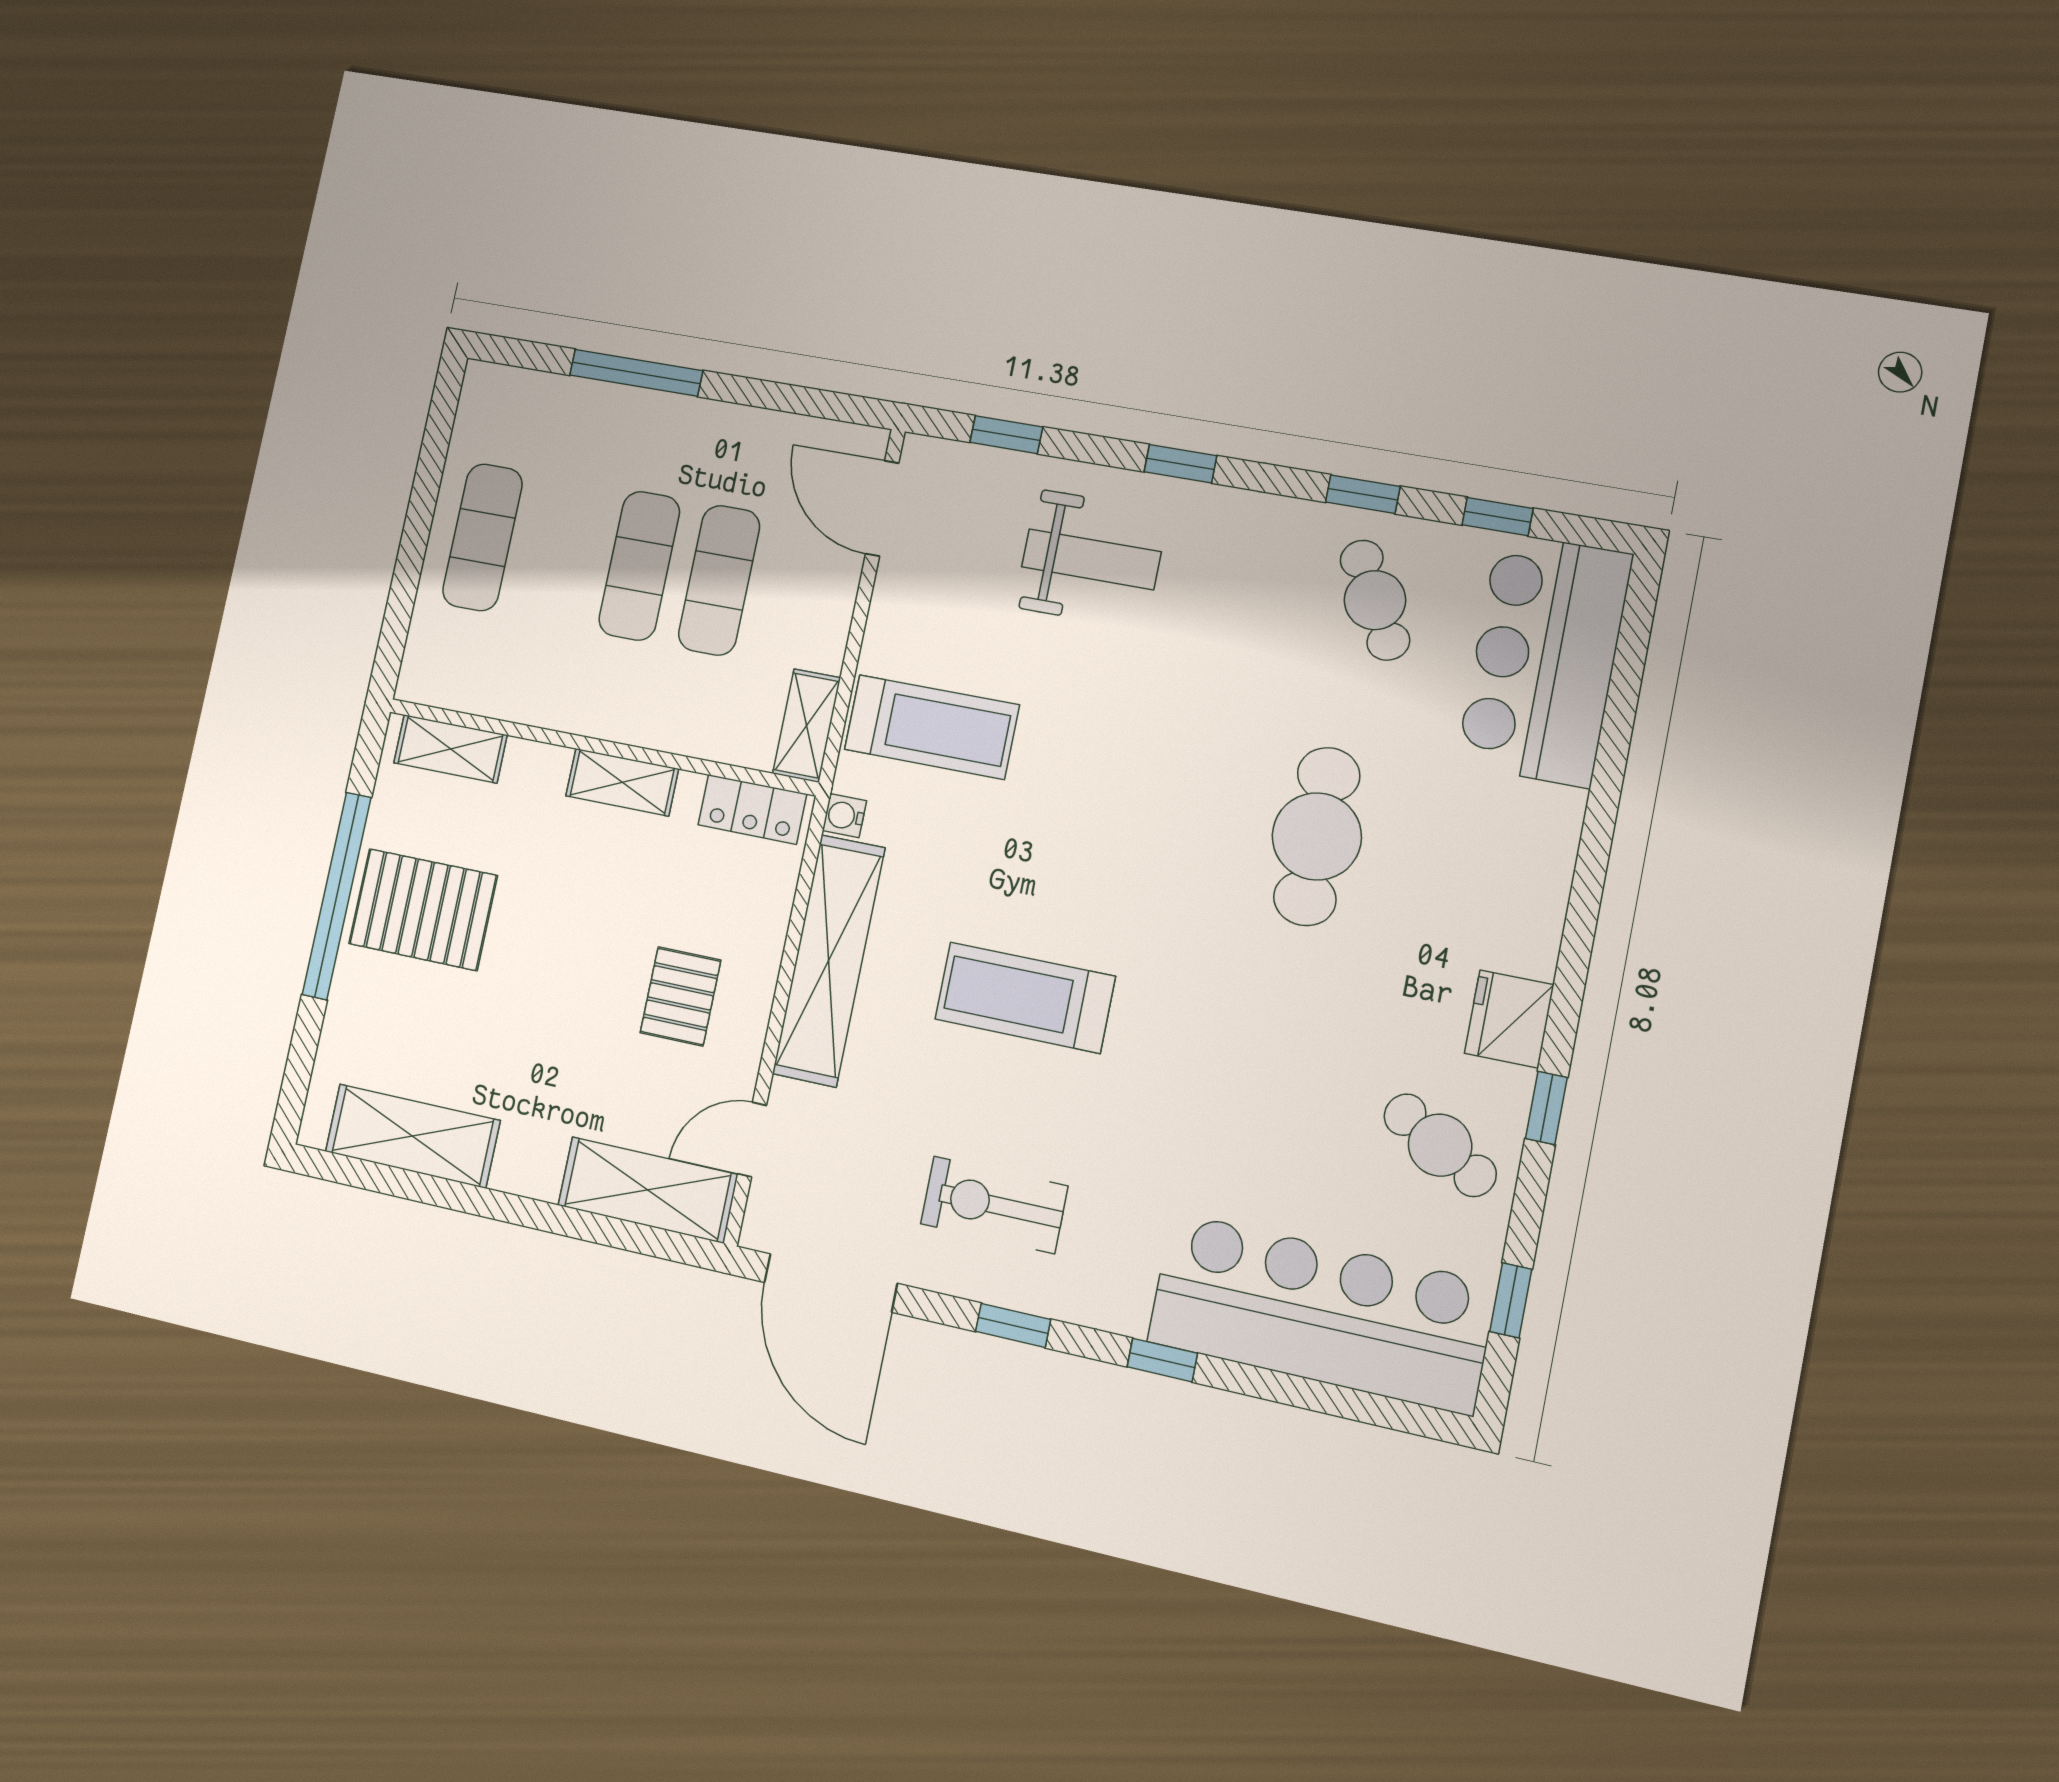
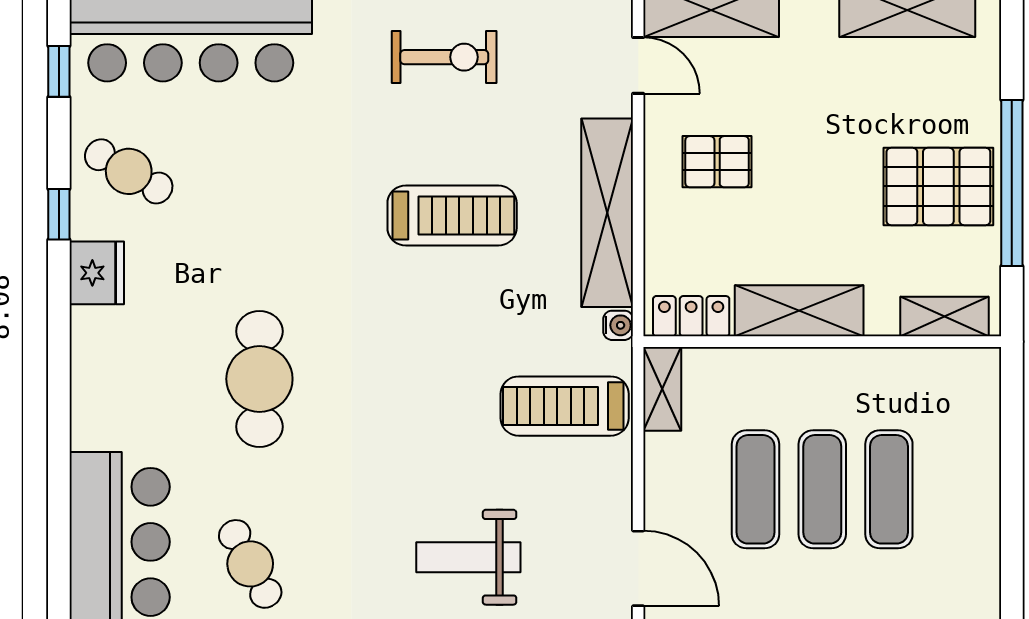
exercise mat: (482, 537) -> (889, 489), moved
shelving: (622, 782) -> (799, 311), width x1.50, depth x1.33
pallet: (680, 996) -> (717, 162), turned 90
door: (752, 1140) -> (638, 65), hinge flipped

